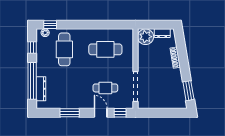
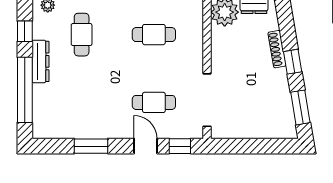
cafe table: (64, 49) -> (82, 35), width x0.73, depth x0.74
cafe table: (105, 49) -> (154, 35), width x0.73, depth x0.74
window: (184, 65) -> (293, 62), added
dresser: (41, 89) -> (40, 61), moved

